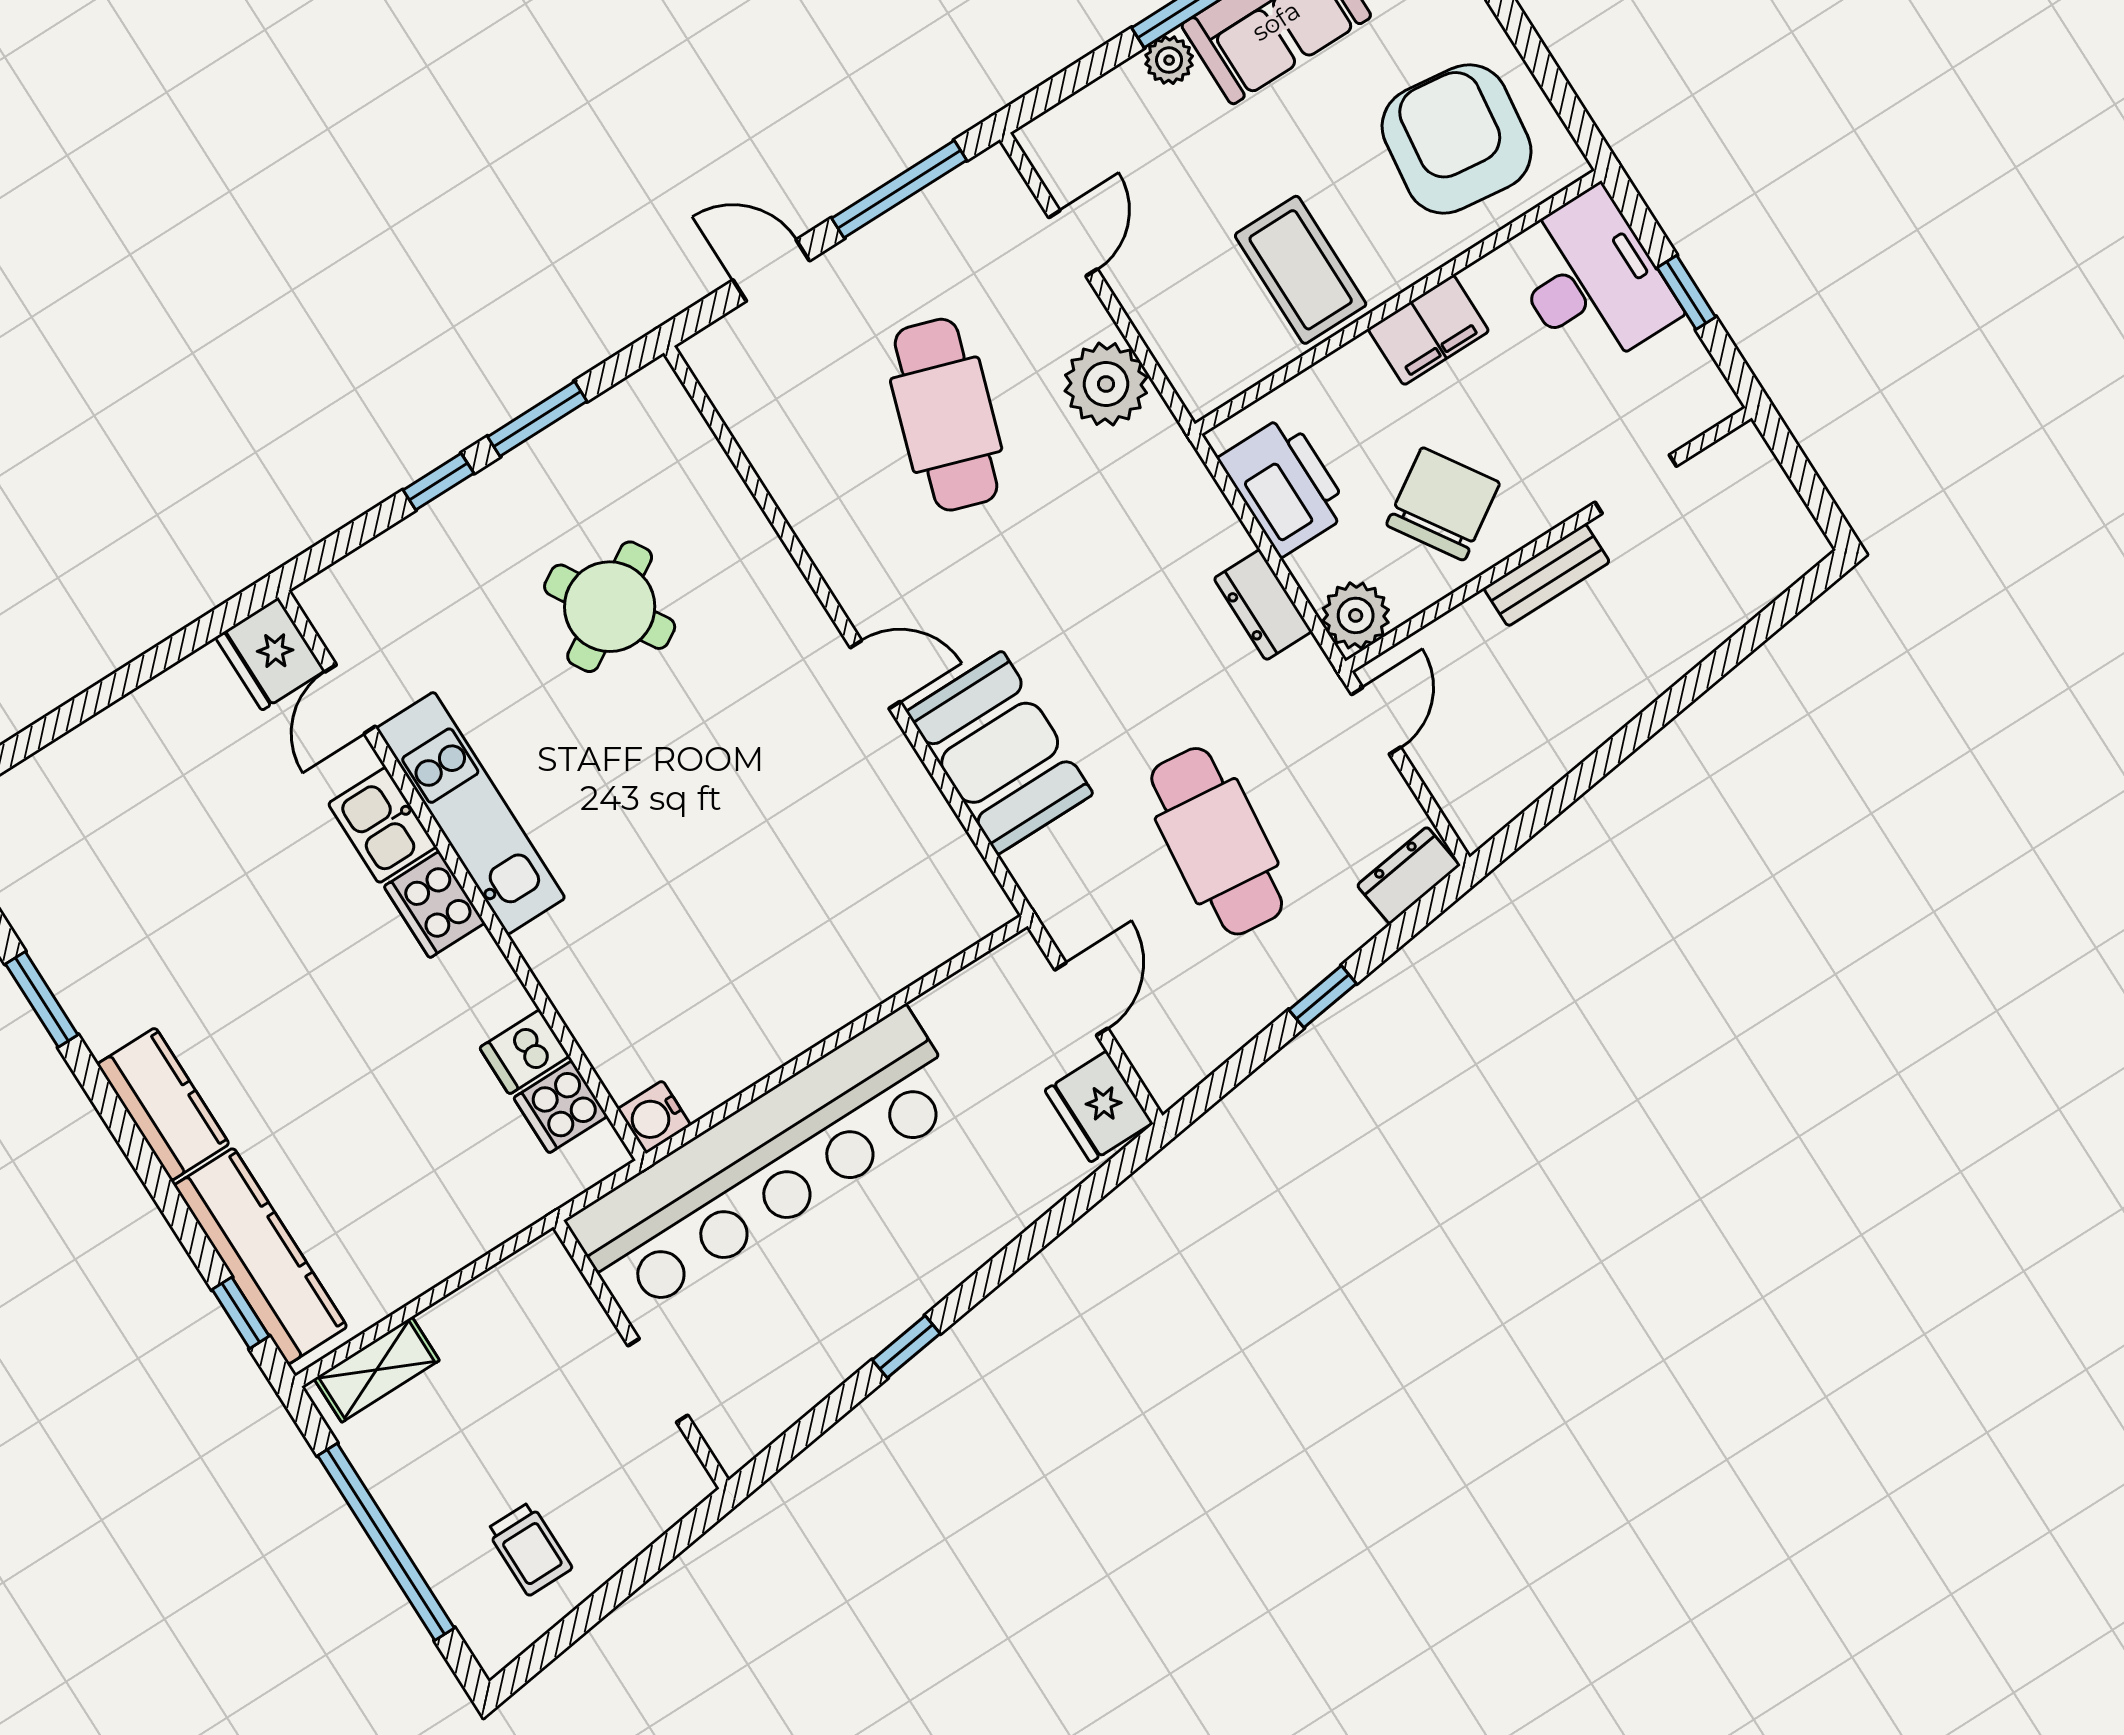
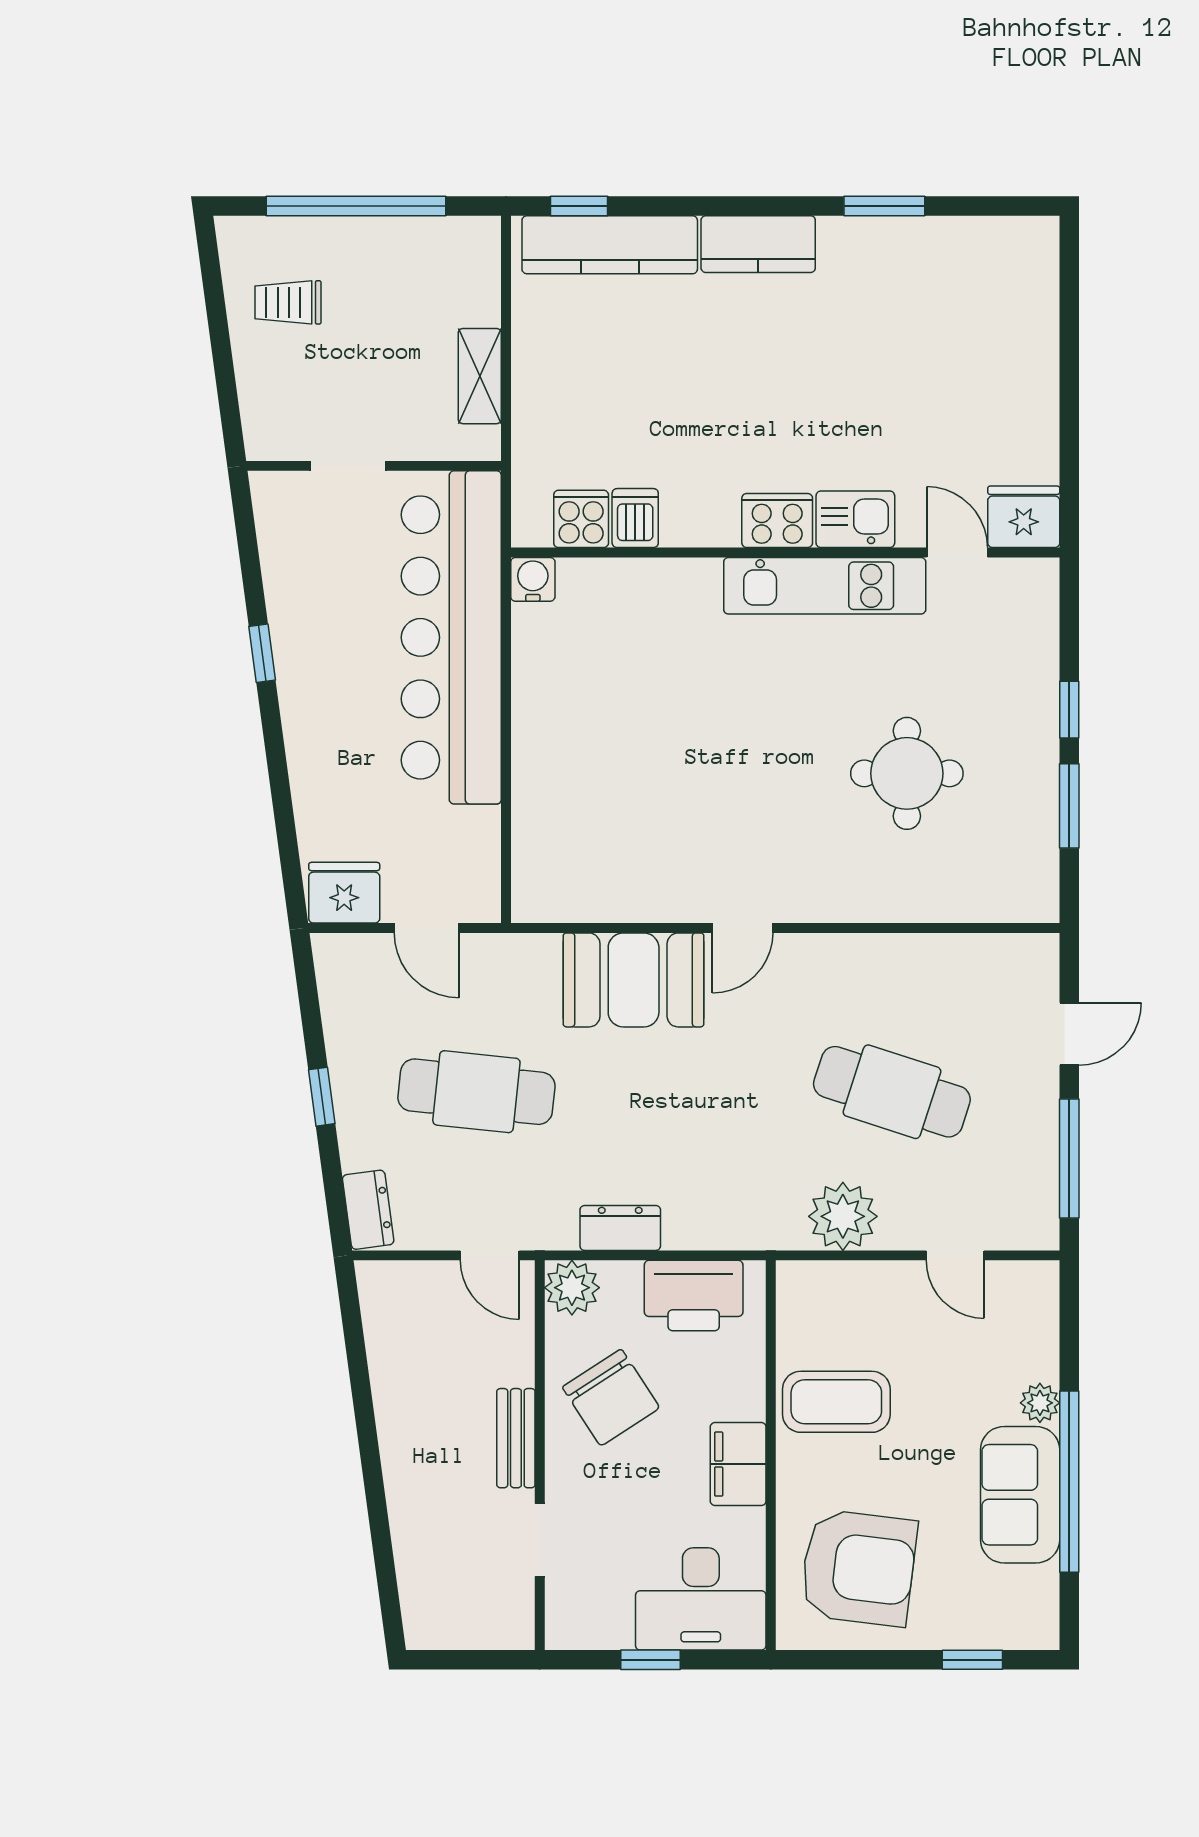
round table: (610, 607) -> (907, 773), turned 31
shelving: (377, 1370) -> (480, 376), moved

